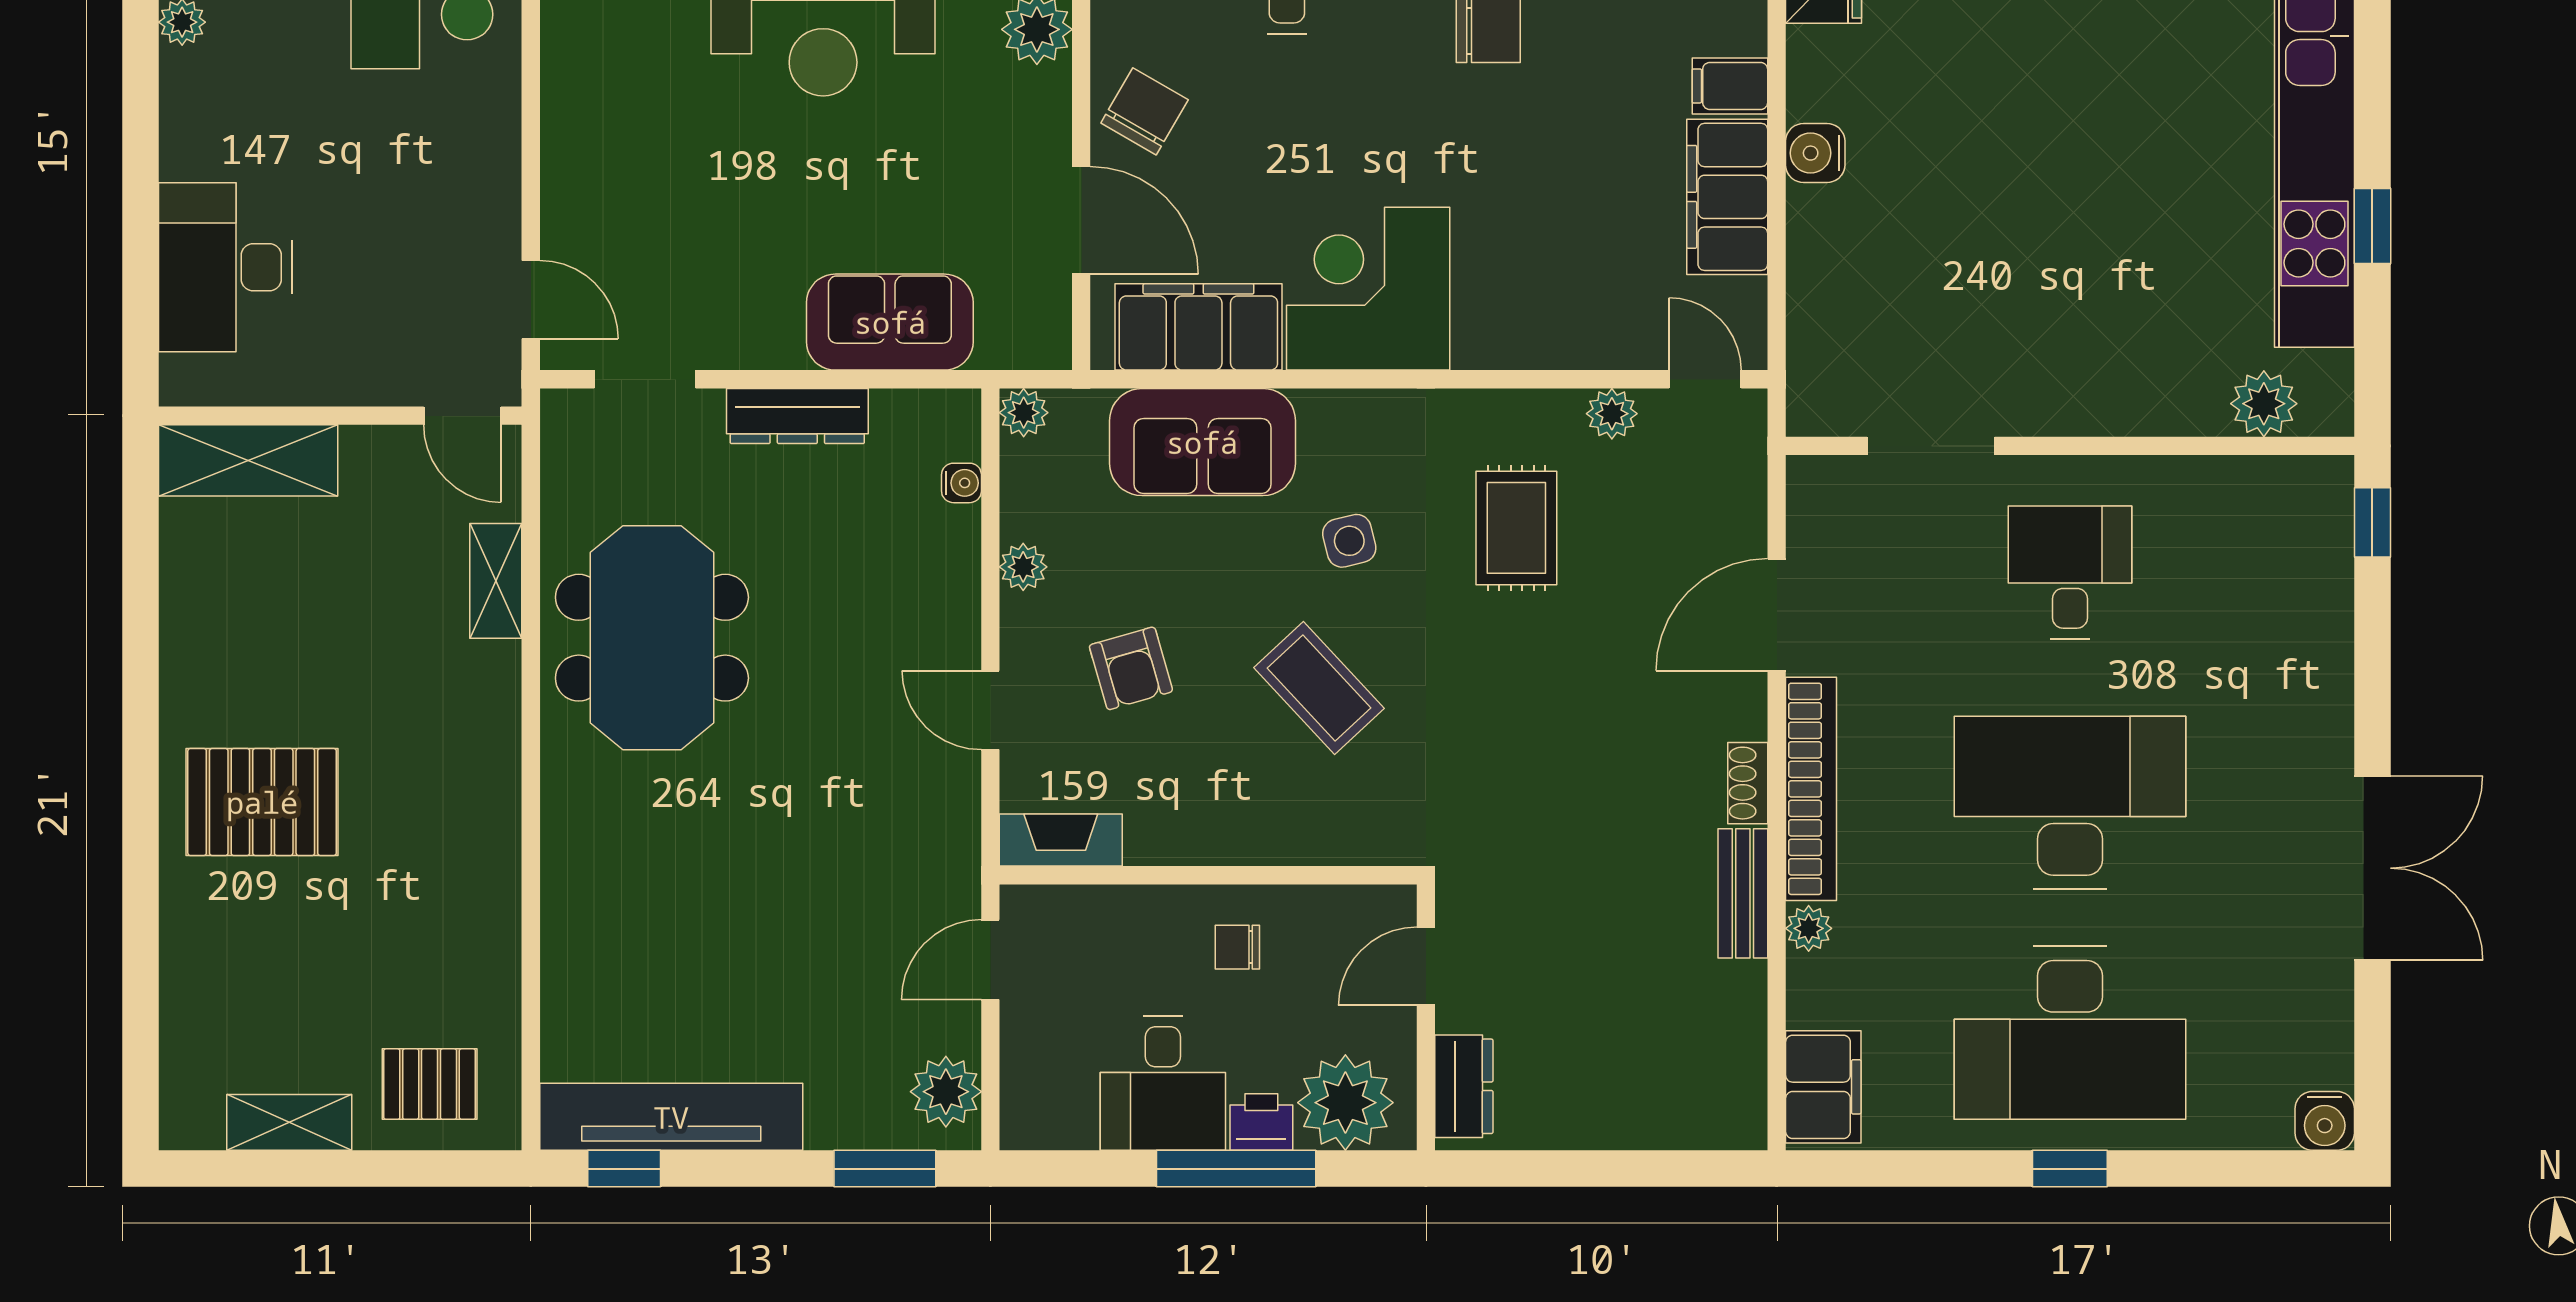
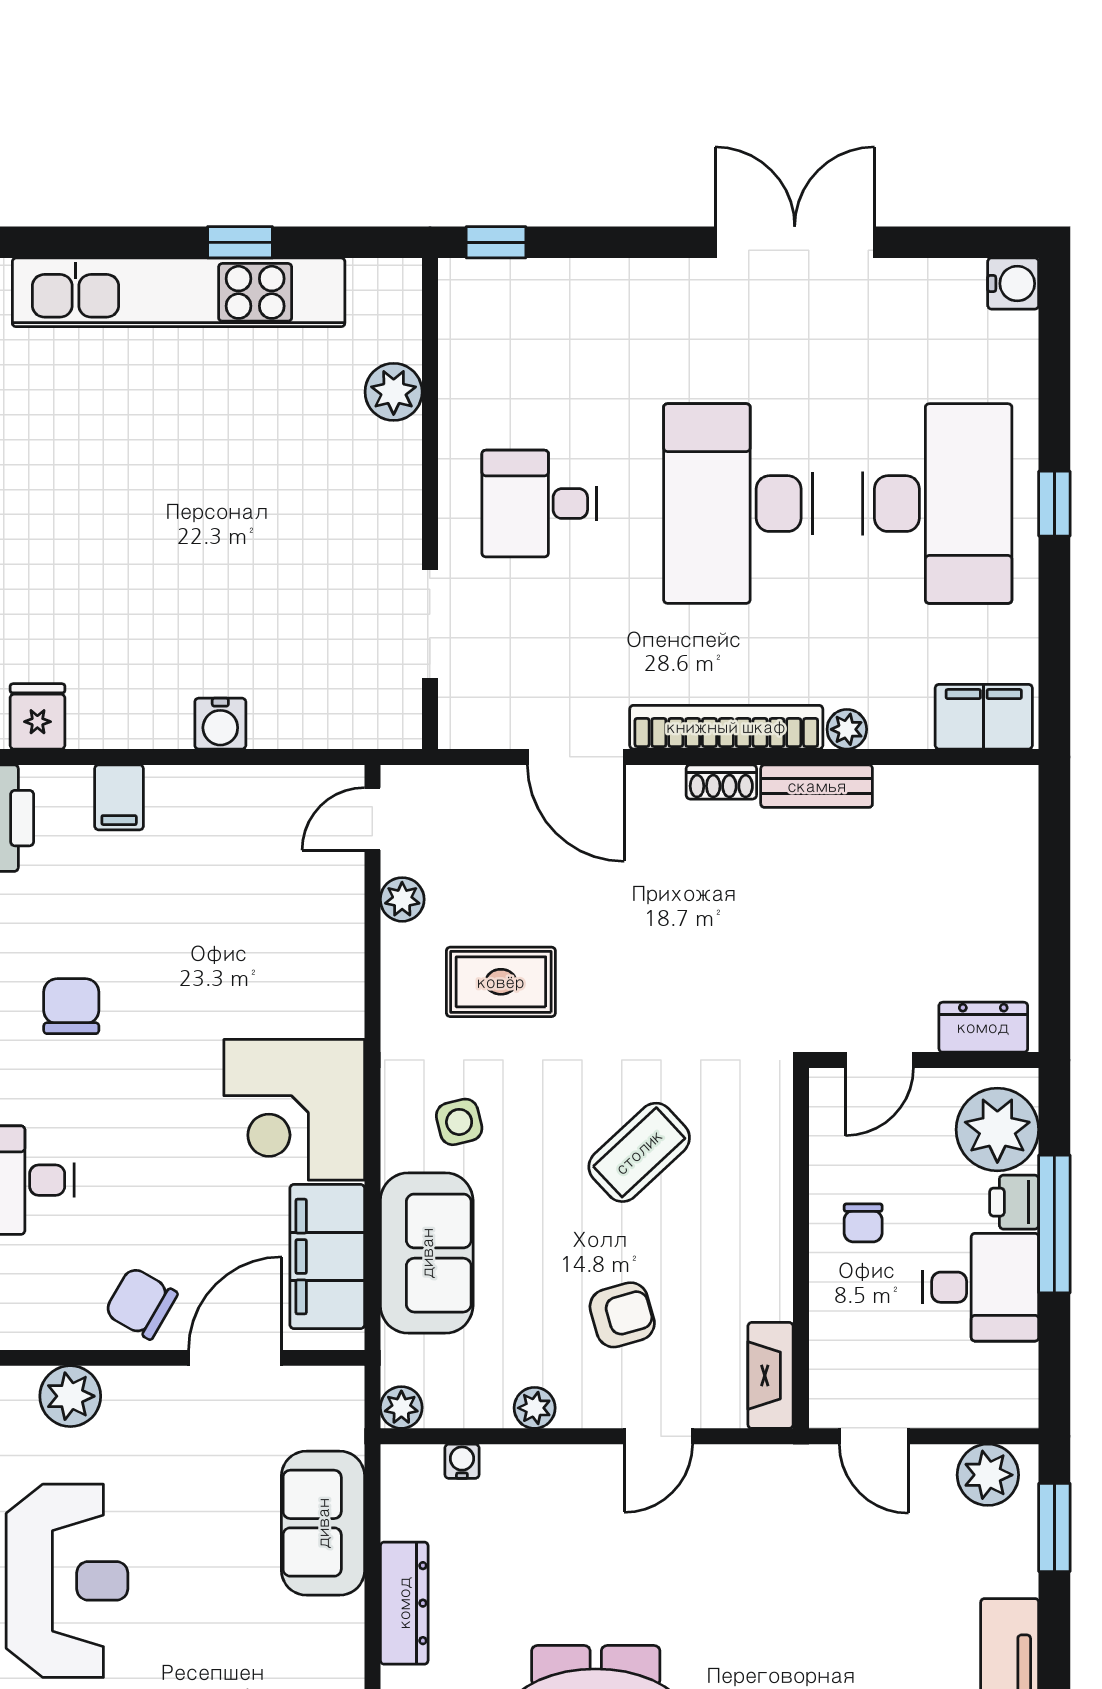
water cooler: (1815, 153) -> (220, 724), moved
filing cabinet: (1727, 197) -> (215, 800), removed
plant: (2264, 404) -> (394, 392), moved
side table: (1349, 541) -> (459, 1122), moved
door: (1426, 966) -> (880, 1060), hinge flipped

